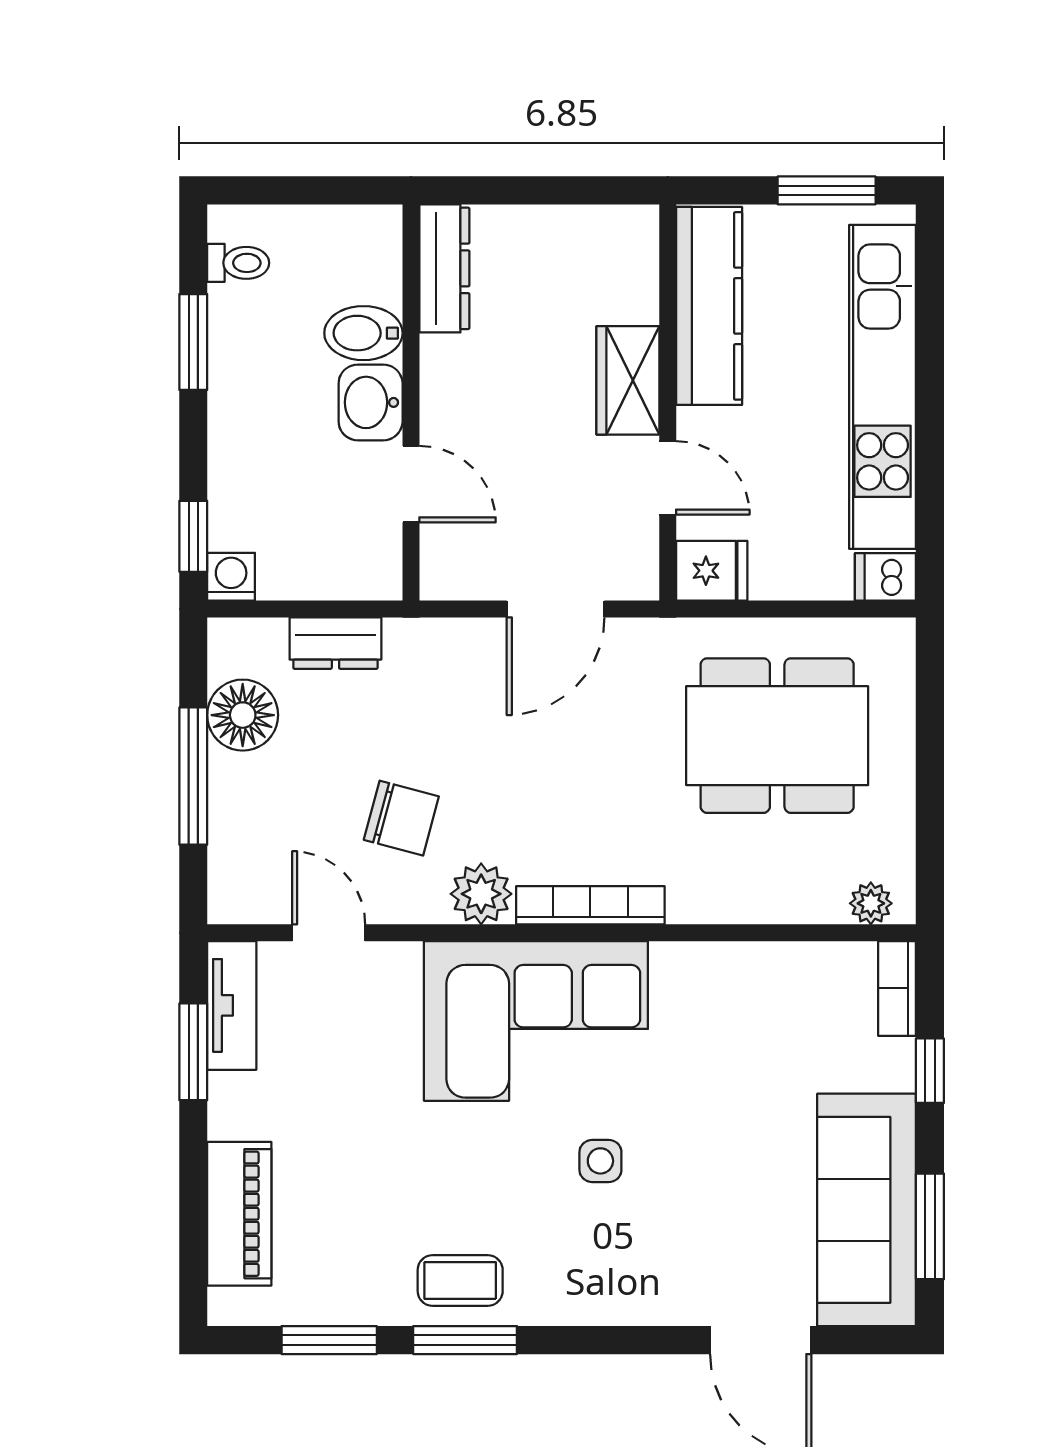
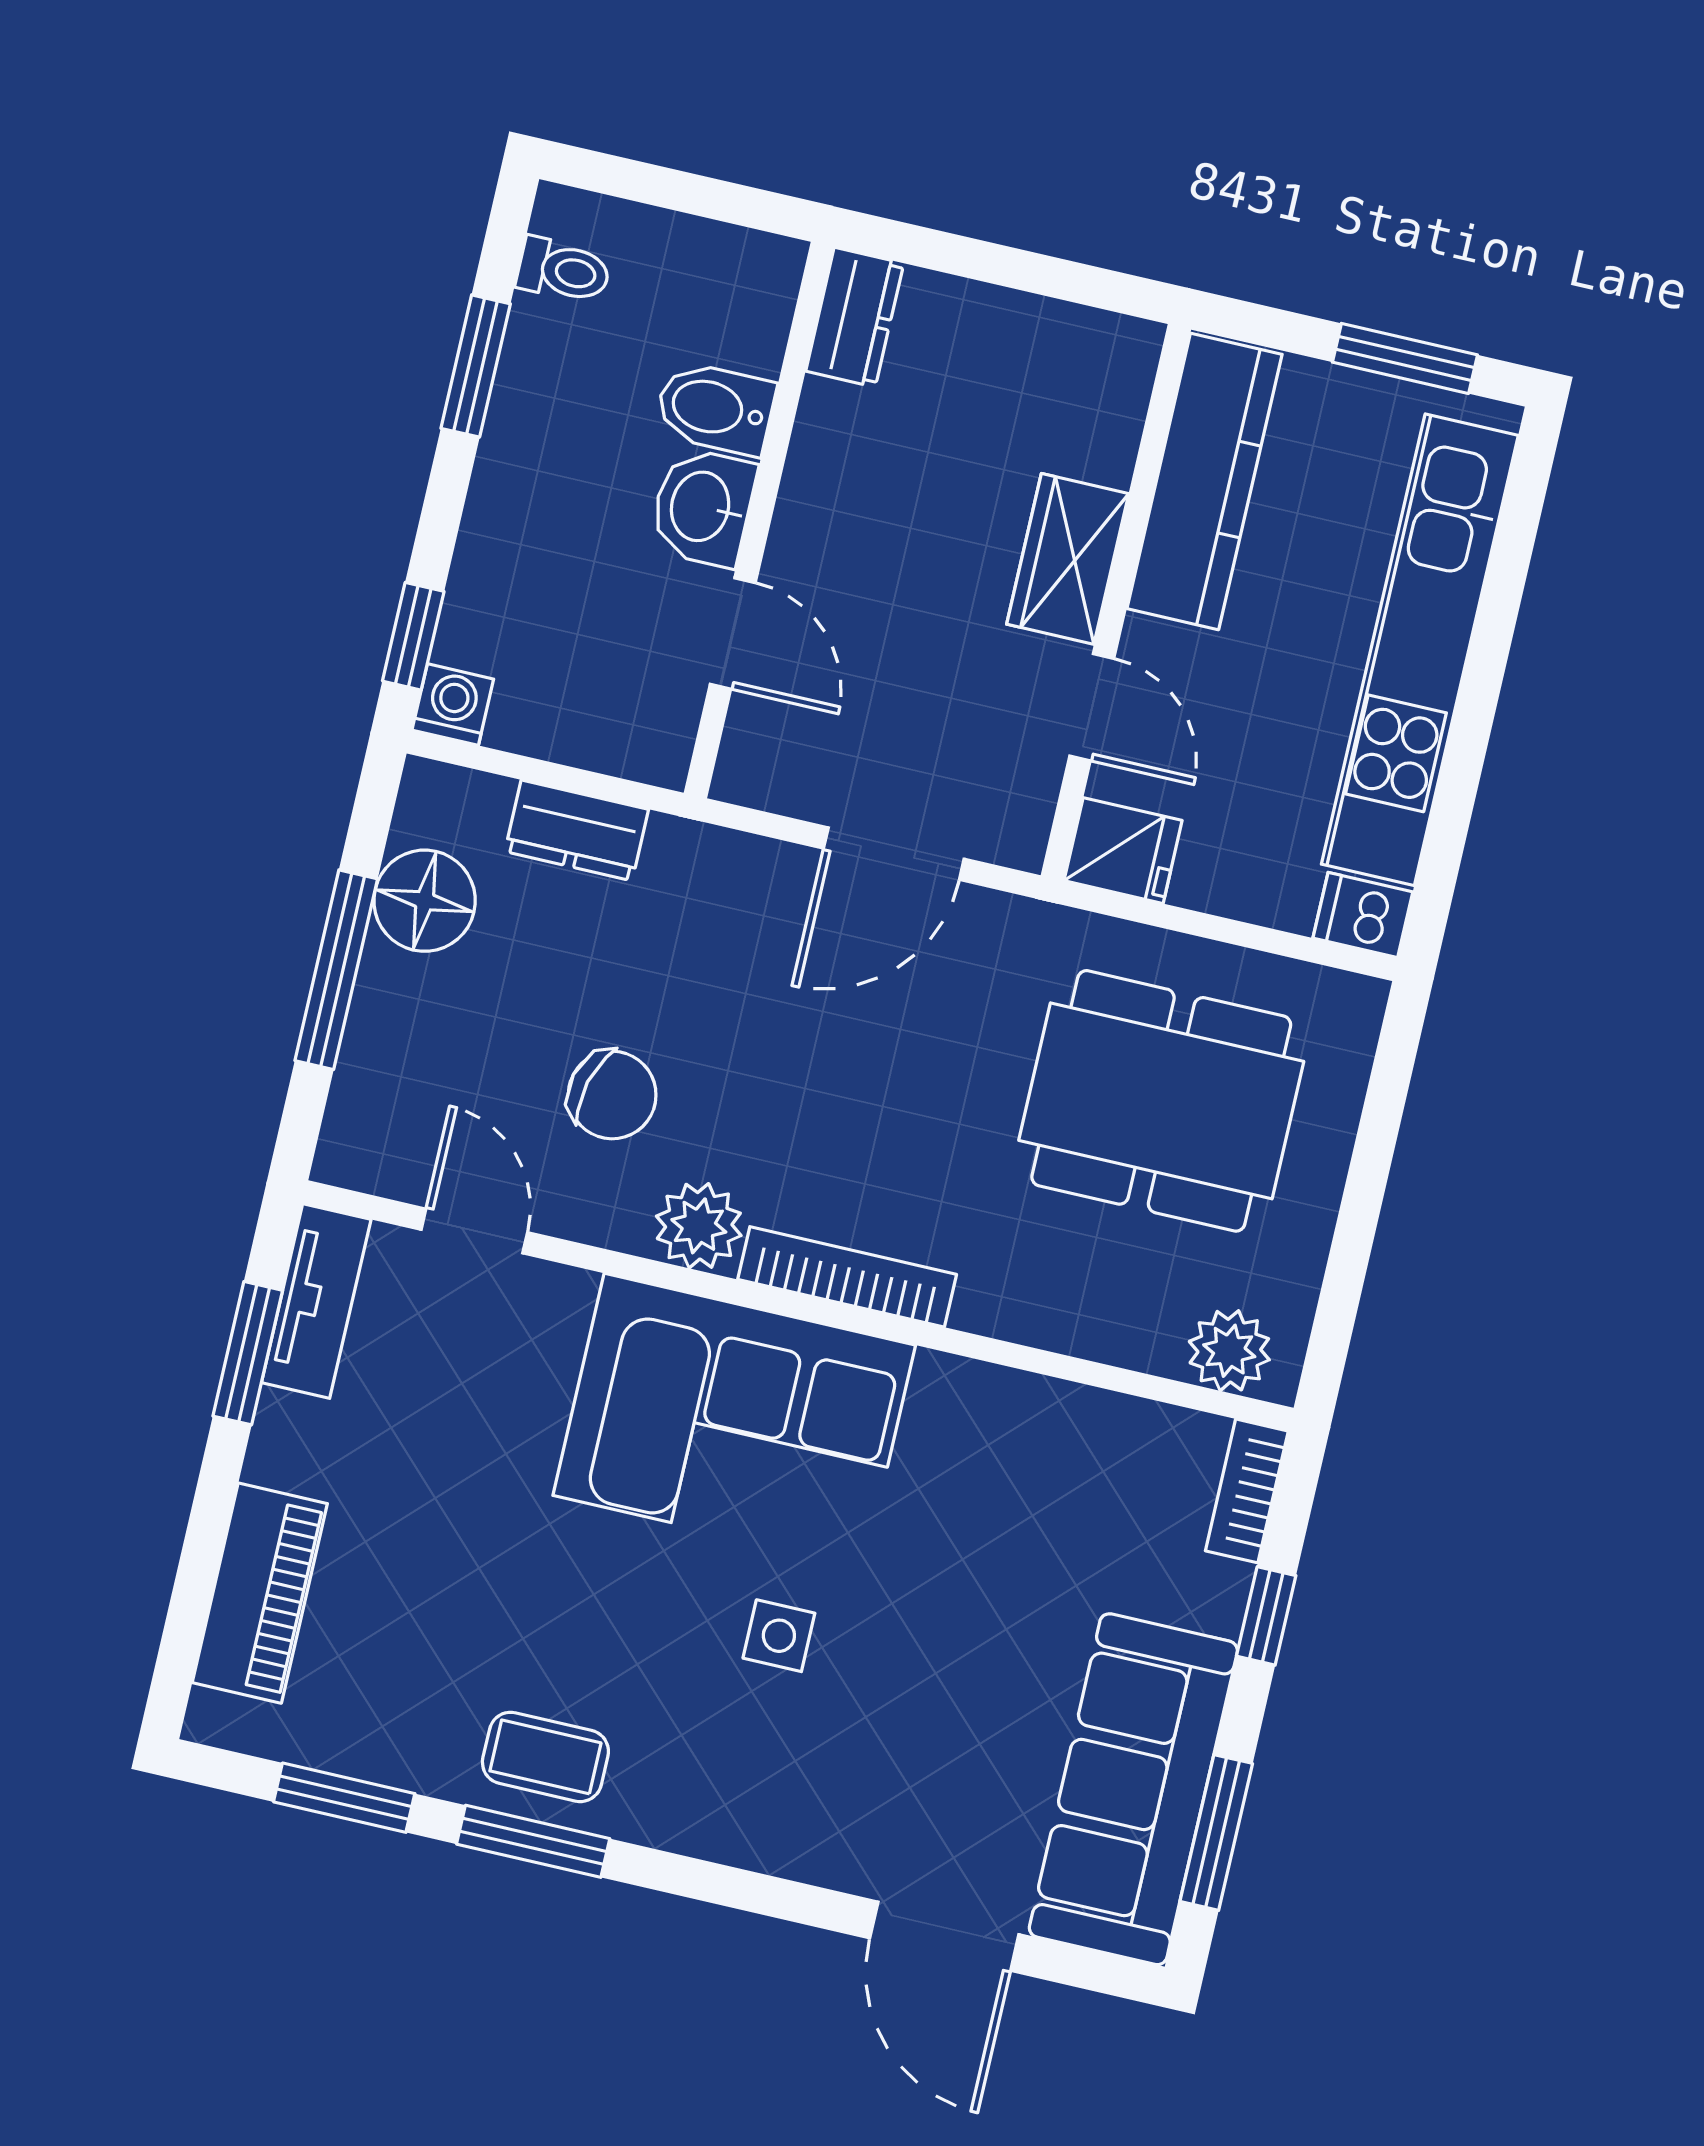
dresser: (444, 268) -> (855, 317), width x0.70
plant: (871, 903) -> (1229, 1351), width x1.38, depth x1.38

